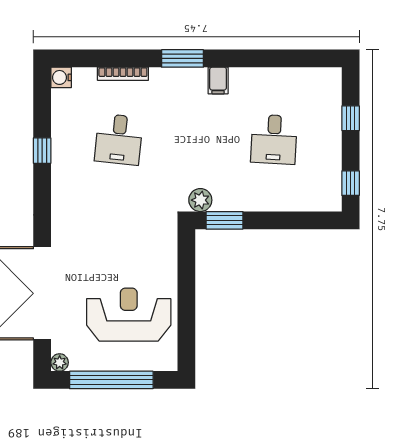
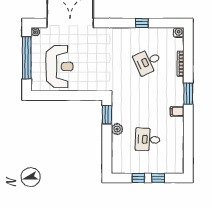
desk: (119, 139) -> (148, 62), turned -30
window: (351, 183) -> (138, 178), moved
plant: (200, 200) -> (117, 129), moved

